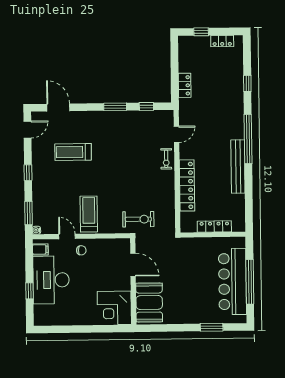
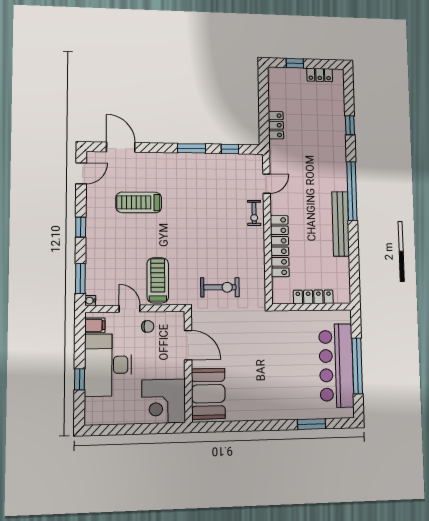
door: (133, 265) -> (188, 345), moved
wall: (133, 281) -> (188, 366), moved
booth: (149, 303) -> (208, 394), moved
corner desk: (114, 308) -> (164, 401), moved

